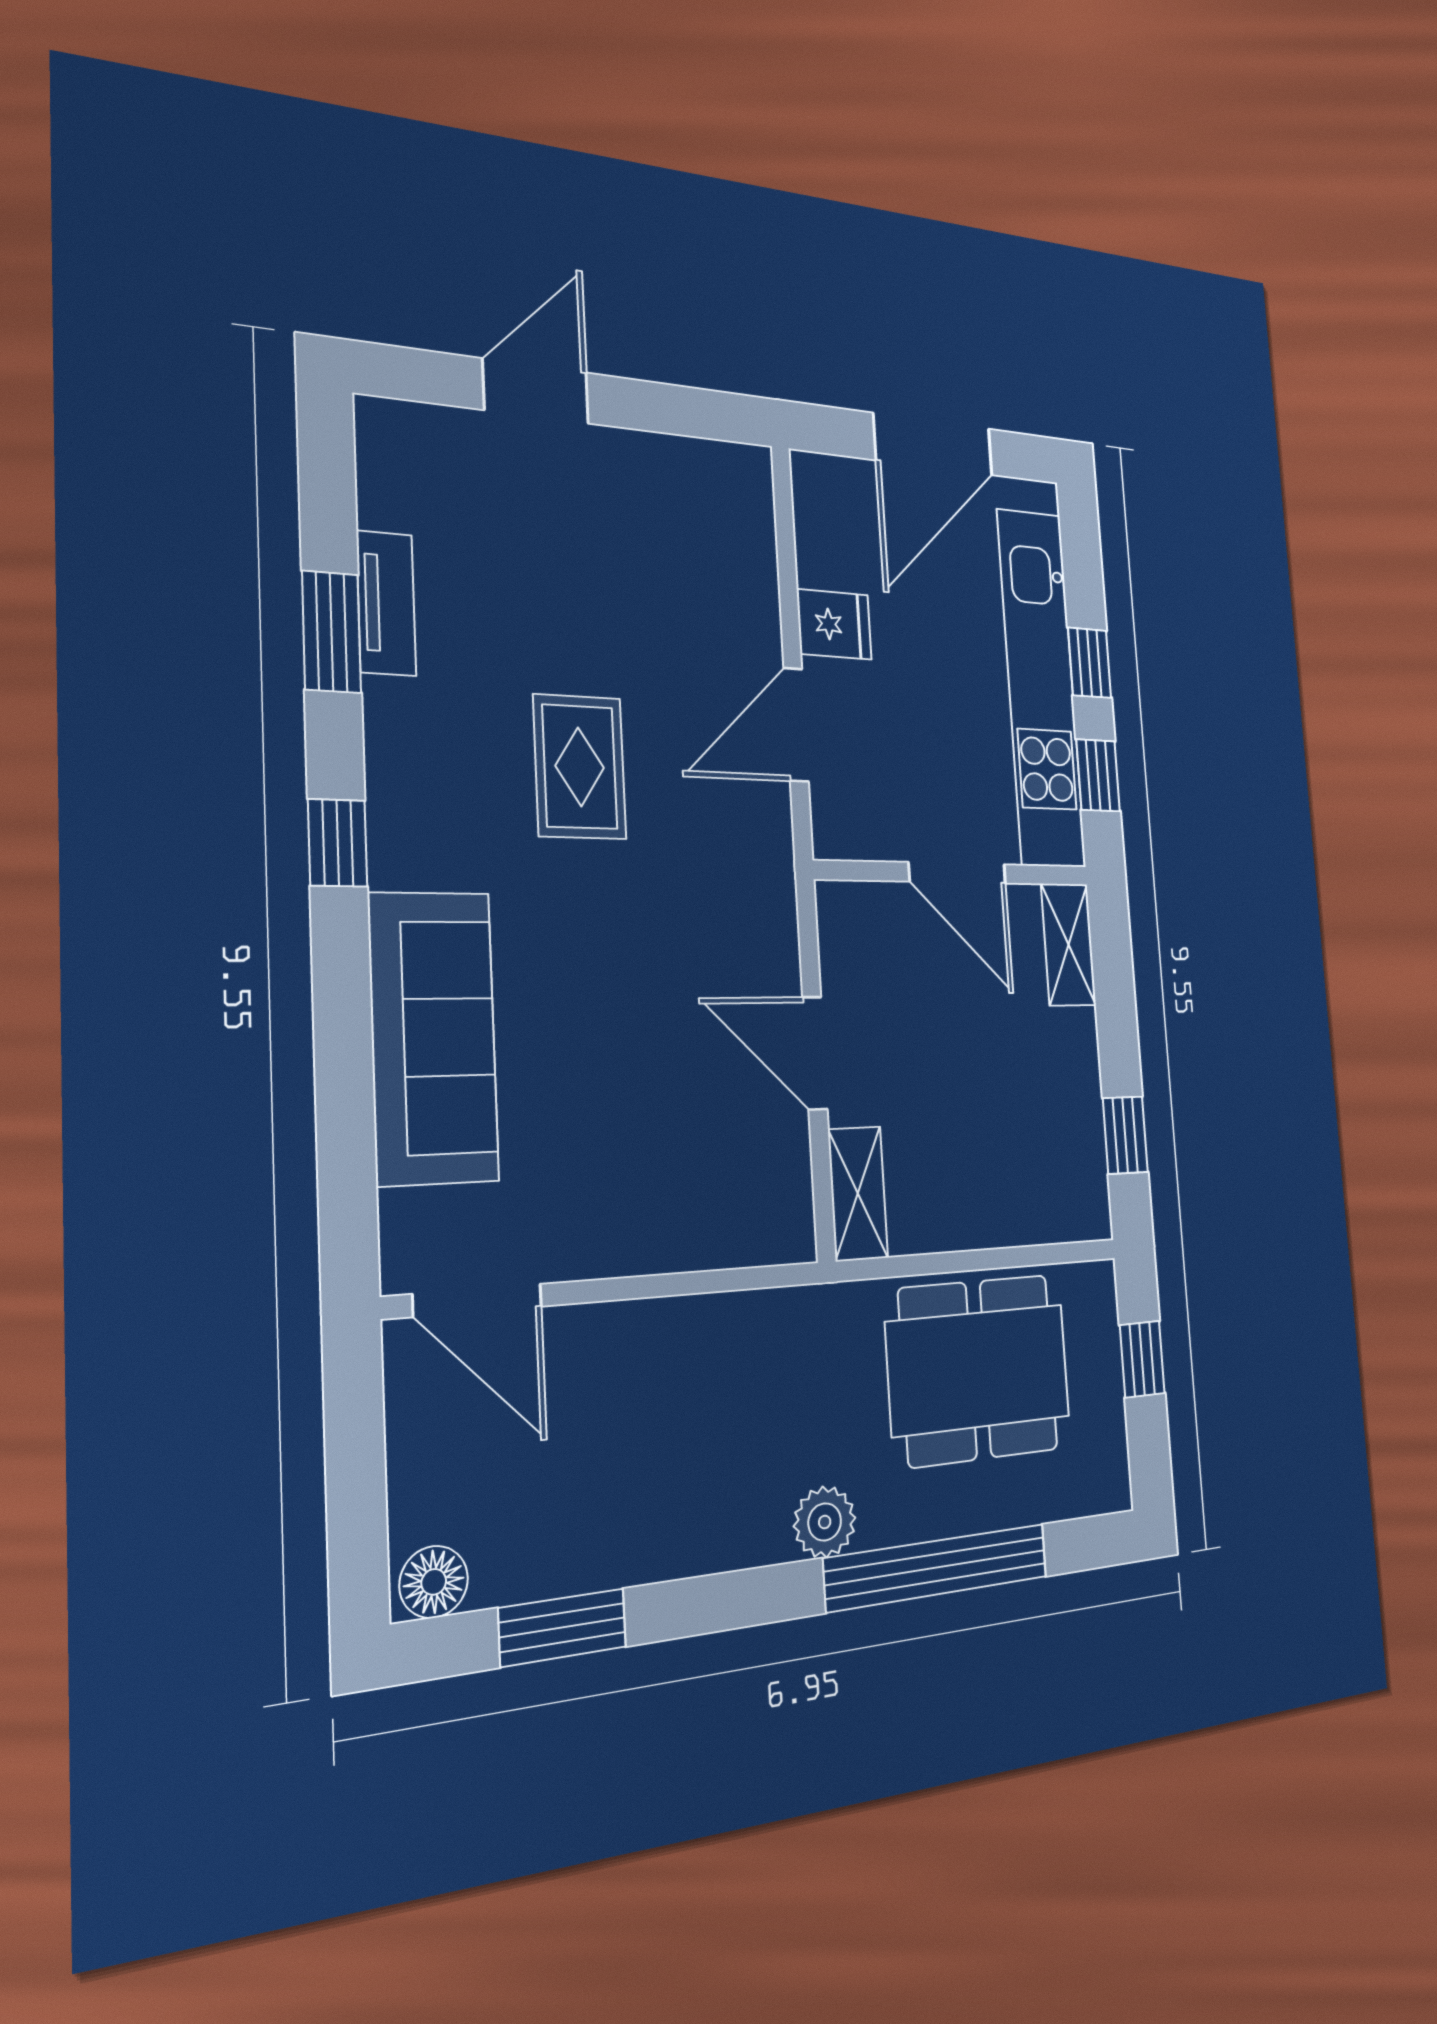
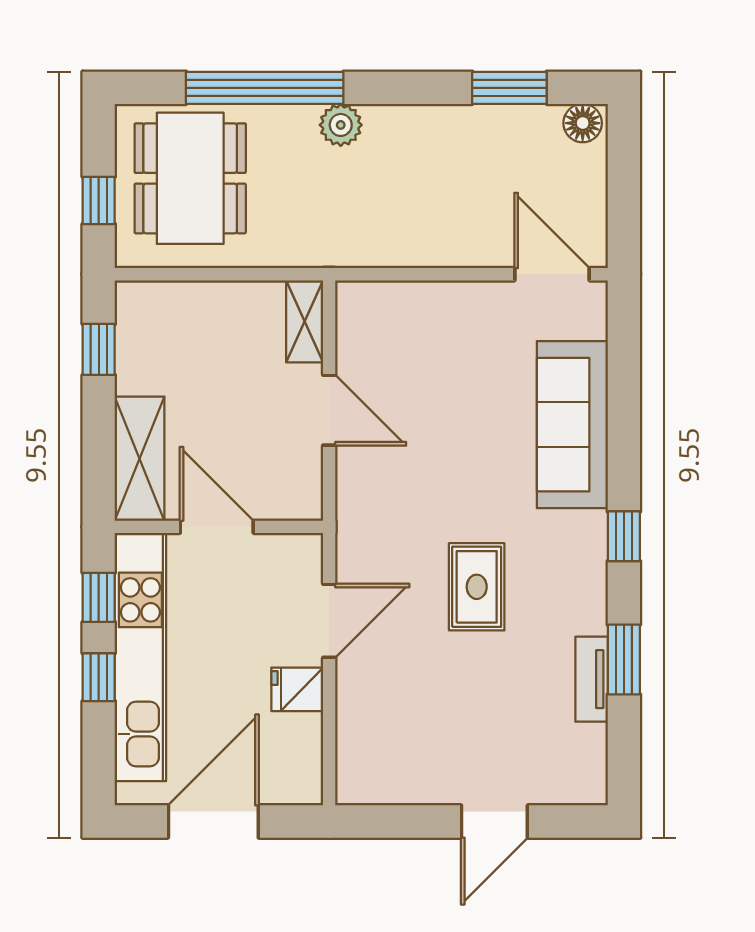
shelving: (1068, 945) -> (140, 459), width x1.50, depth x1.33
dining table: (978, 1370) -> (190, 178), moved, turned 90

